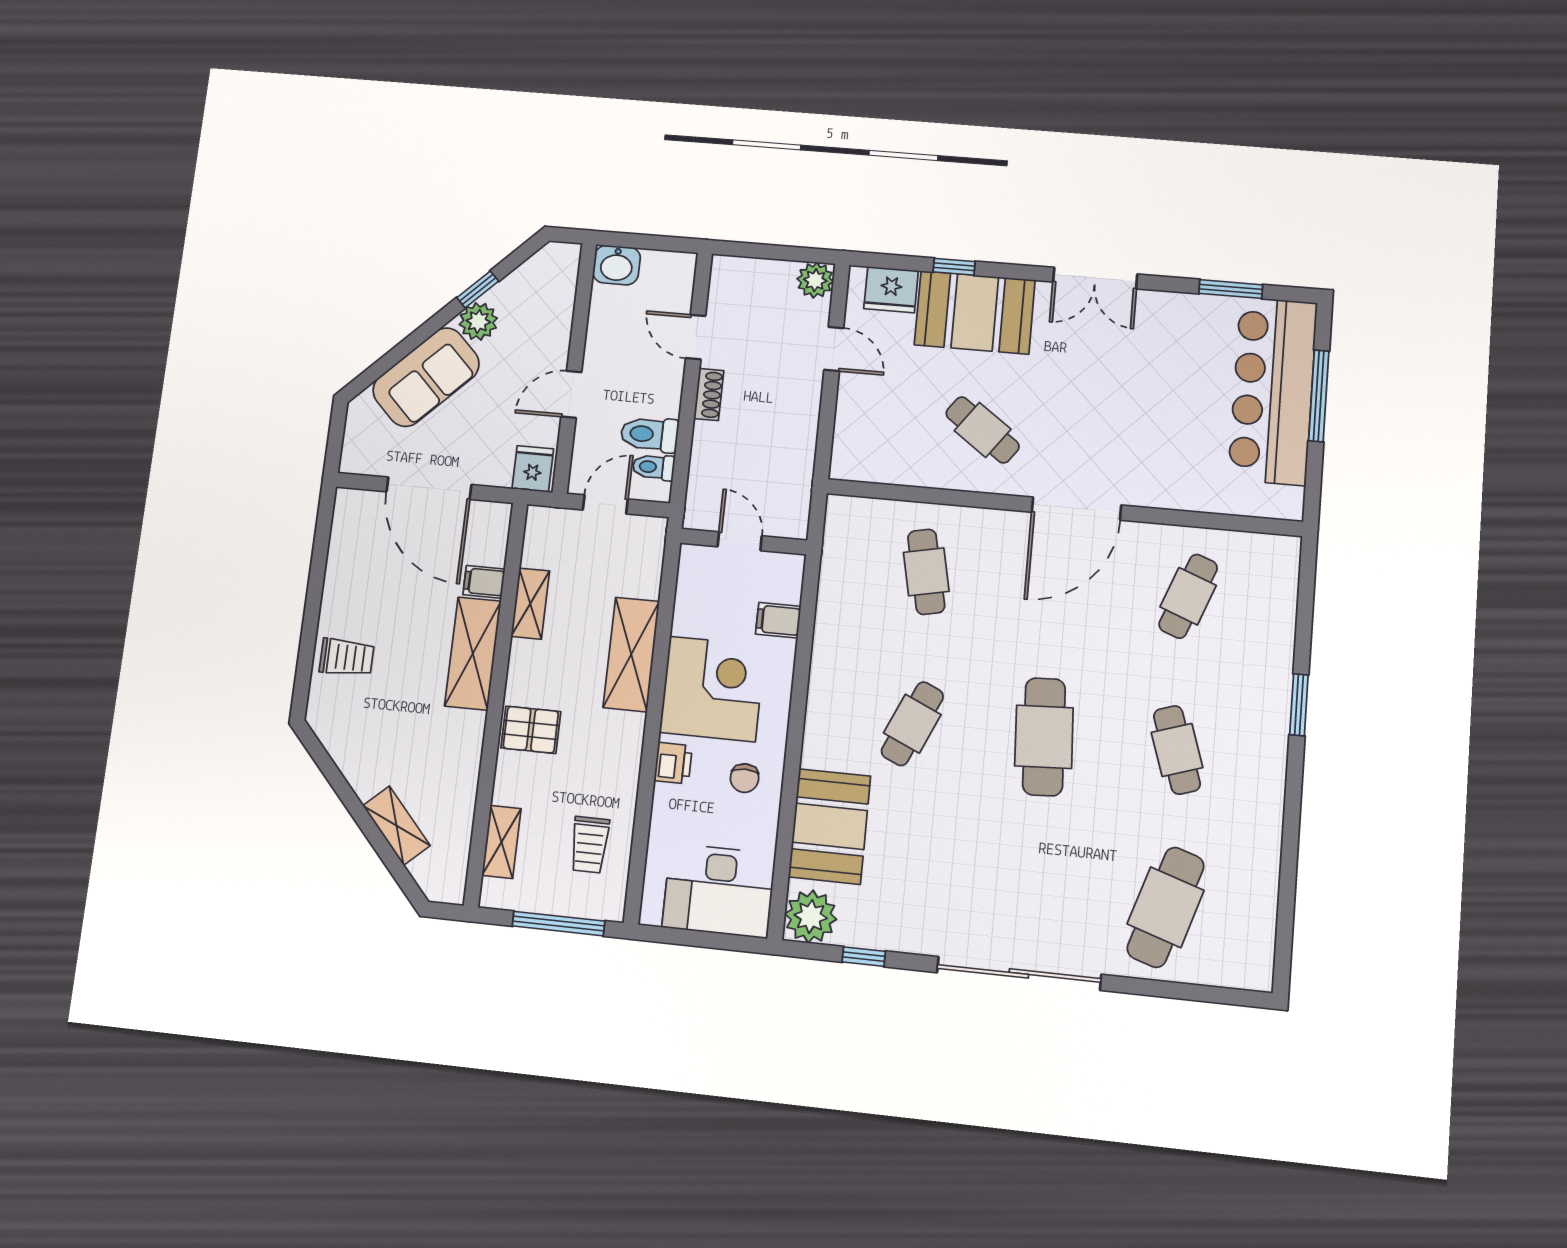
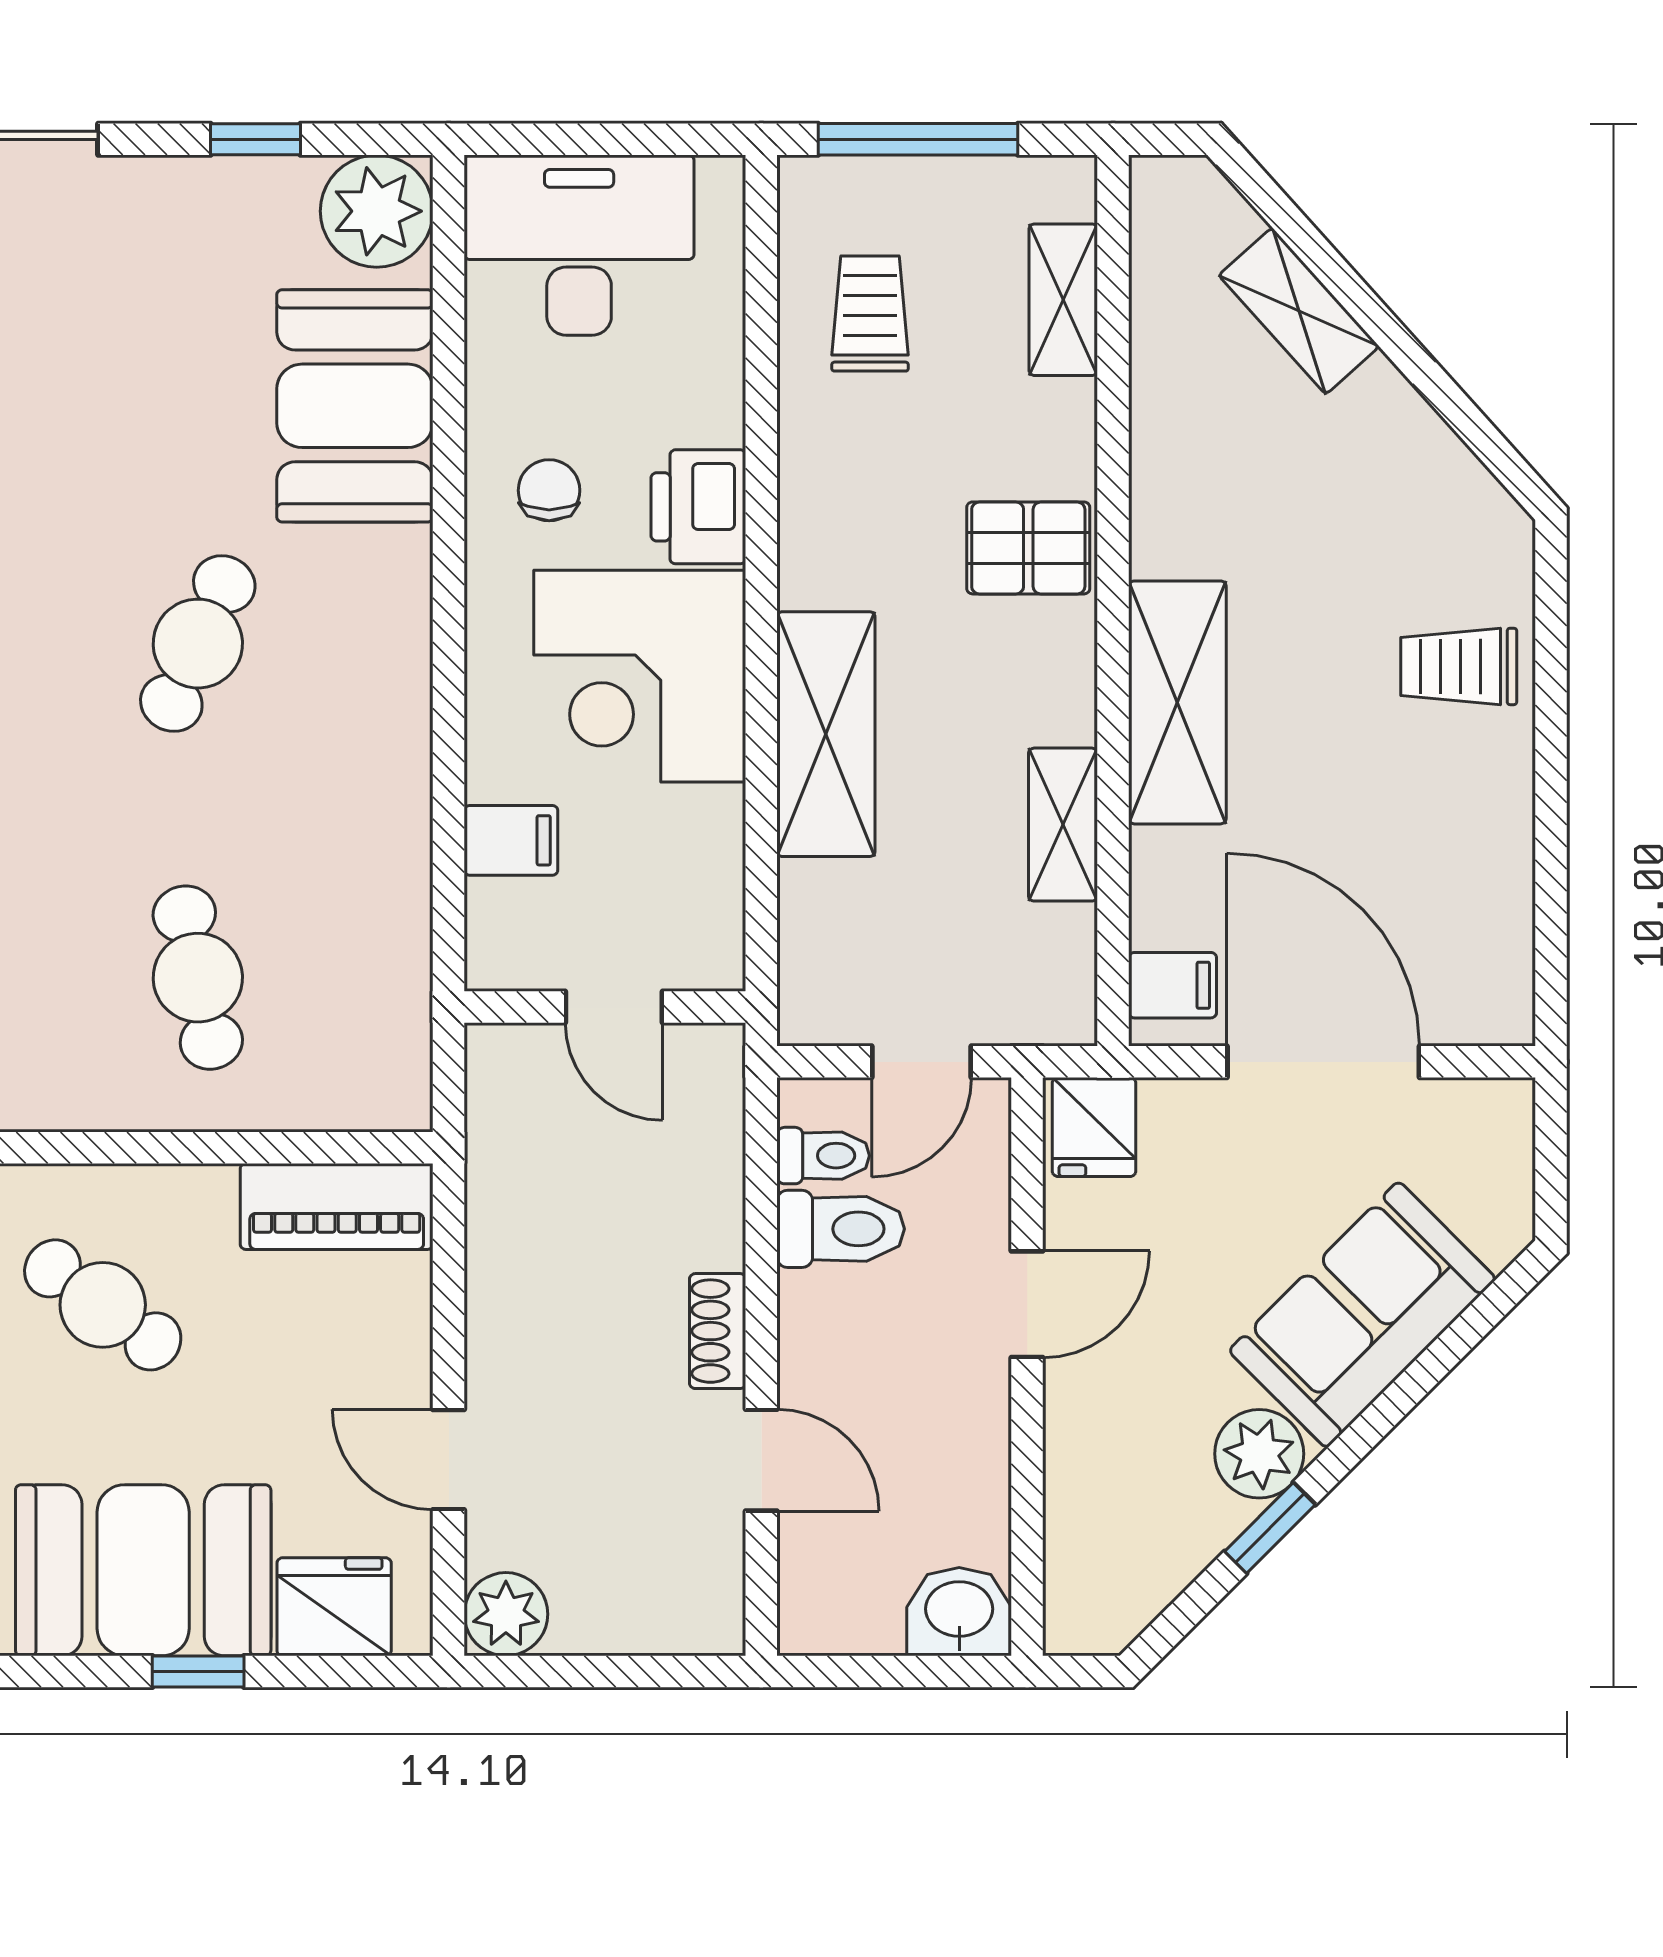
piano: (873, 464) -> (337, 1206), added
filing cabinet: (484, 582) -> (1173, 985), moved
printer: (673, 763) -> (698, 507), width x1.36, depth x1.24

